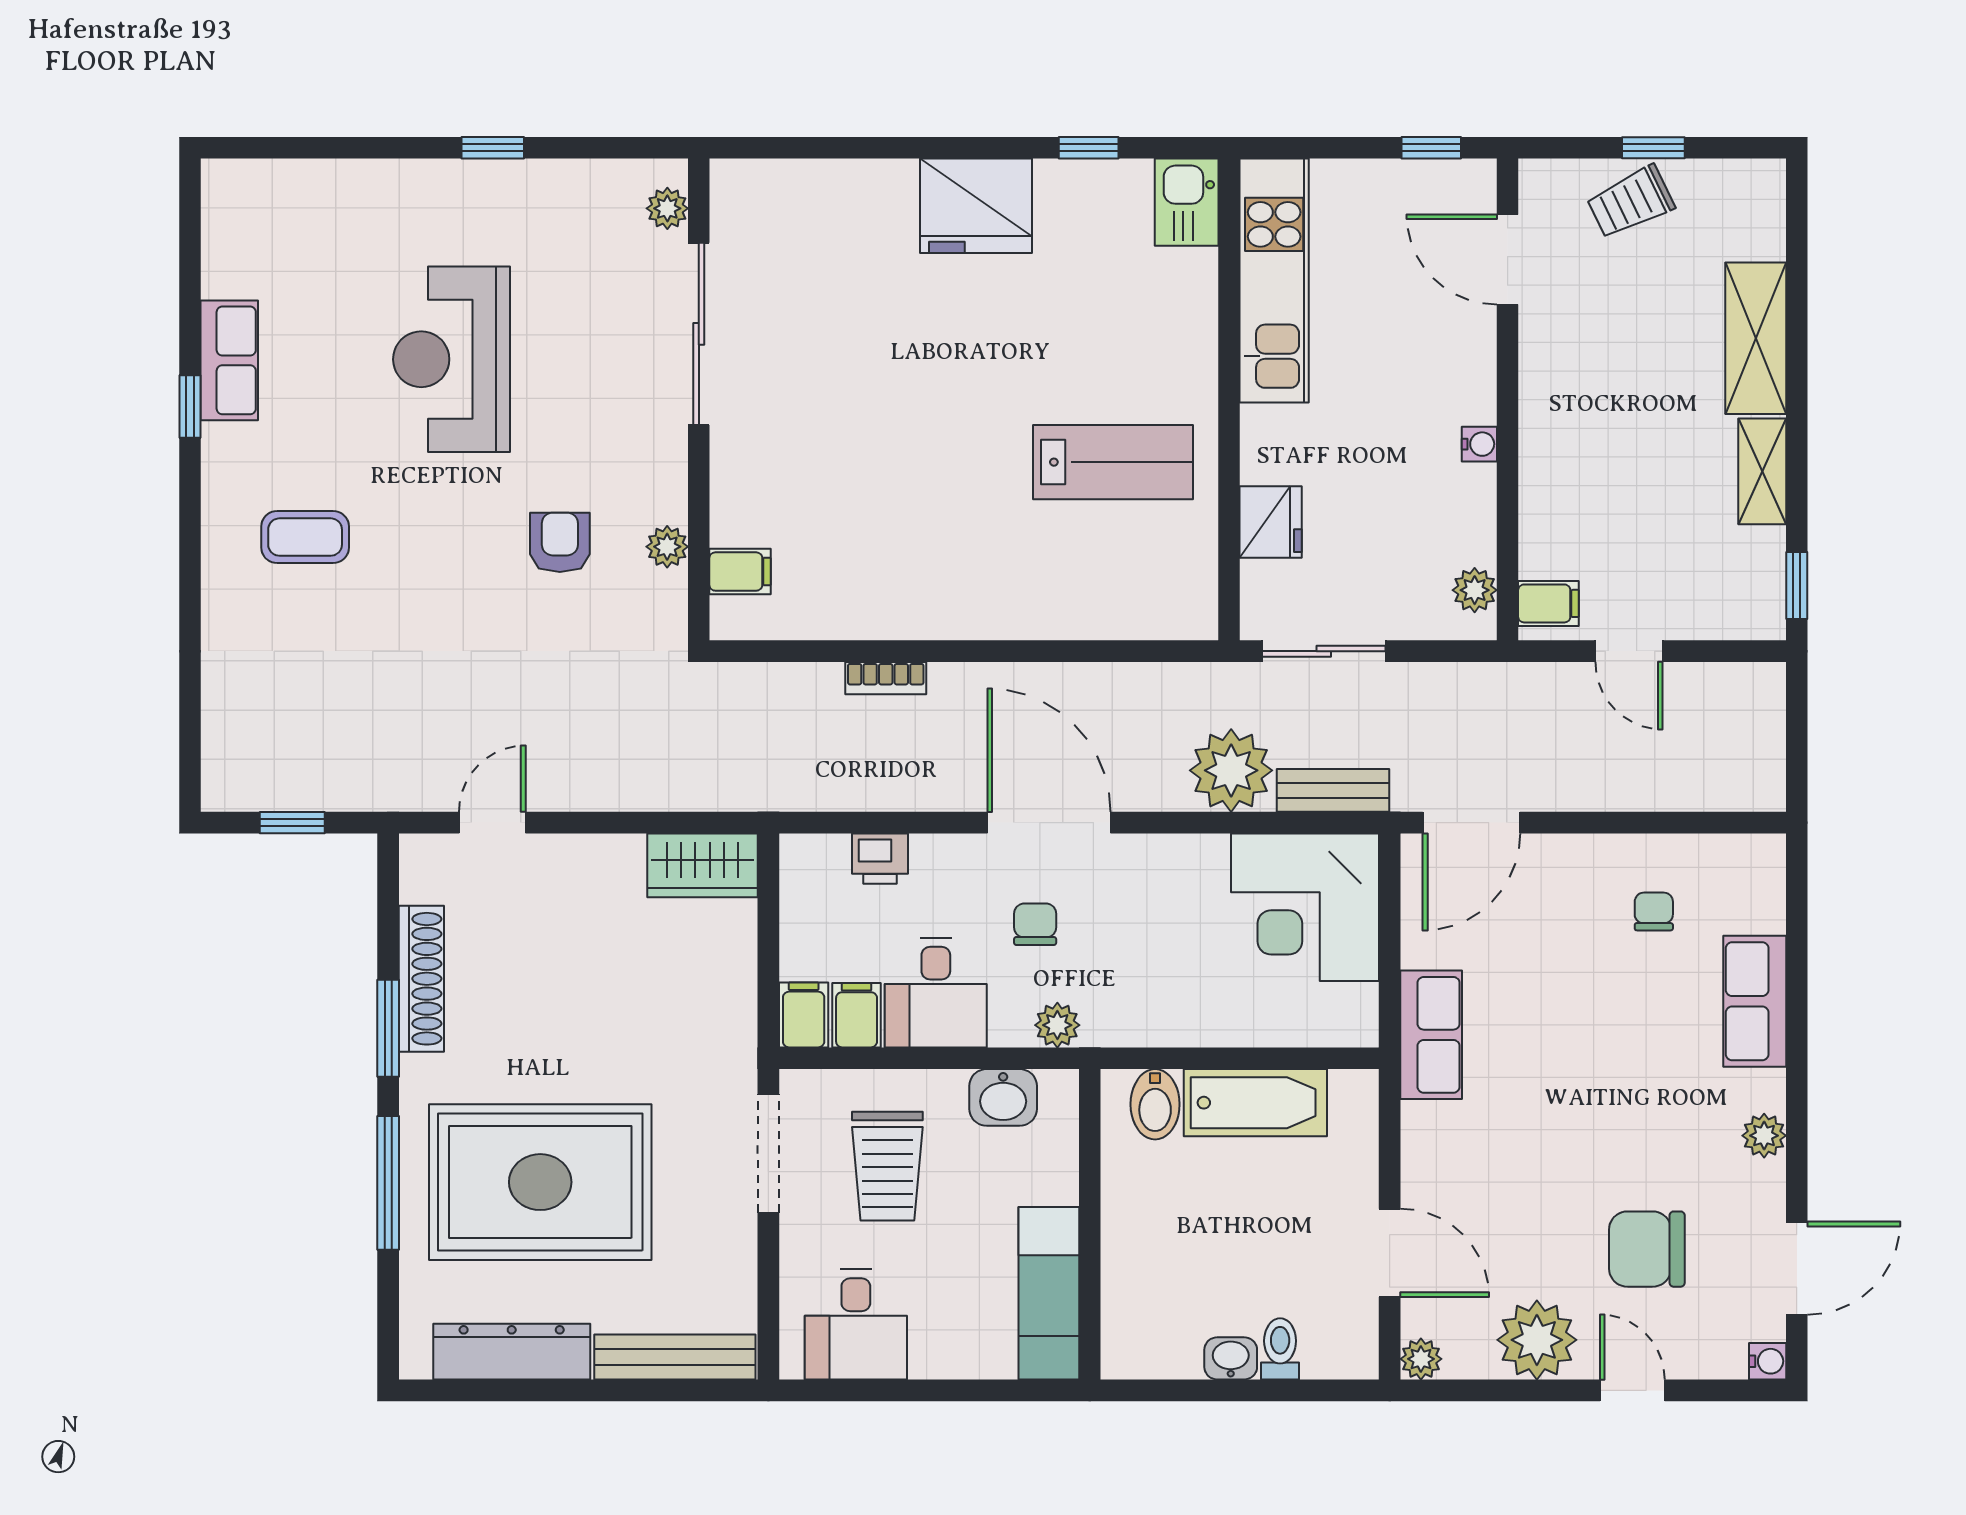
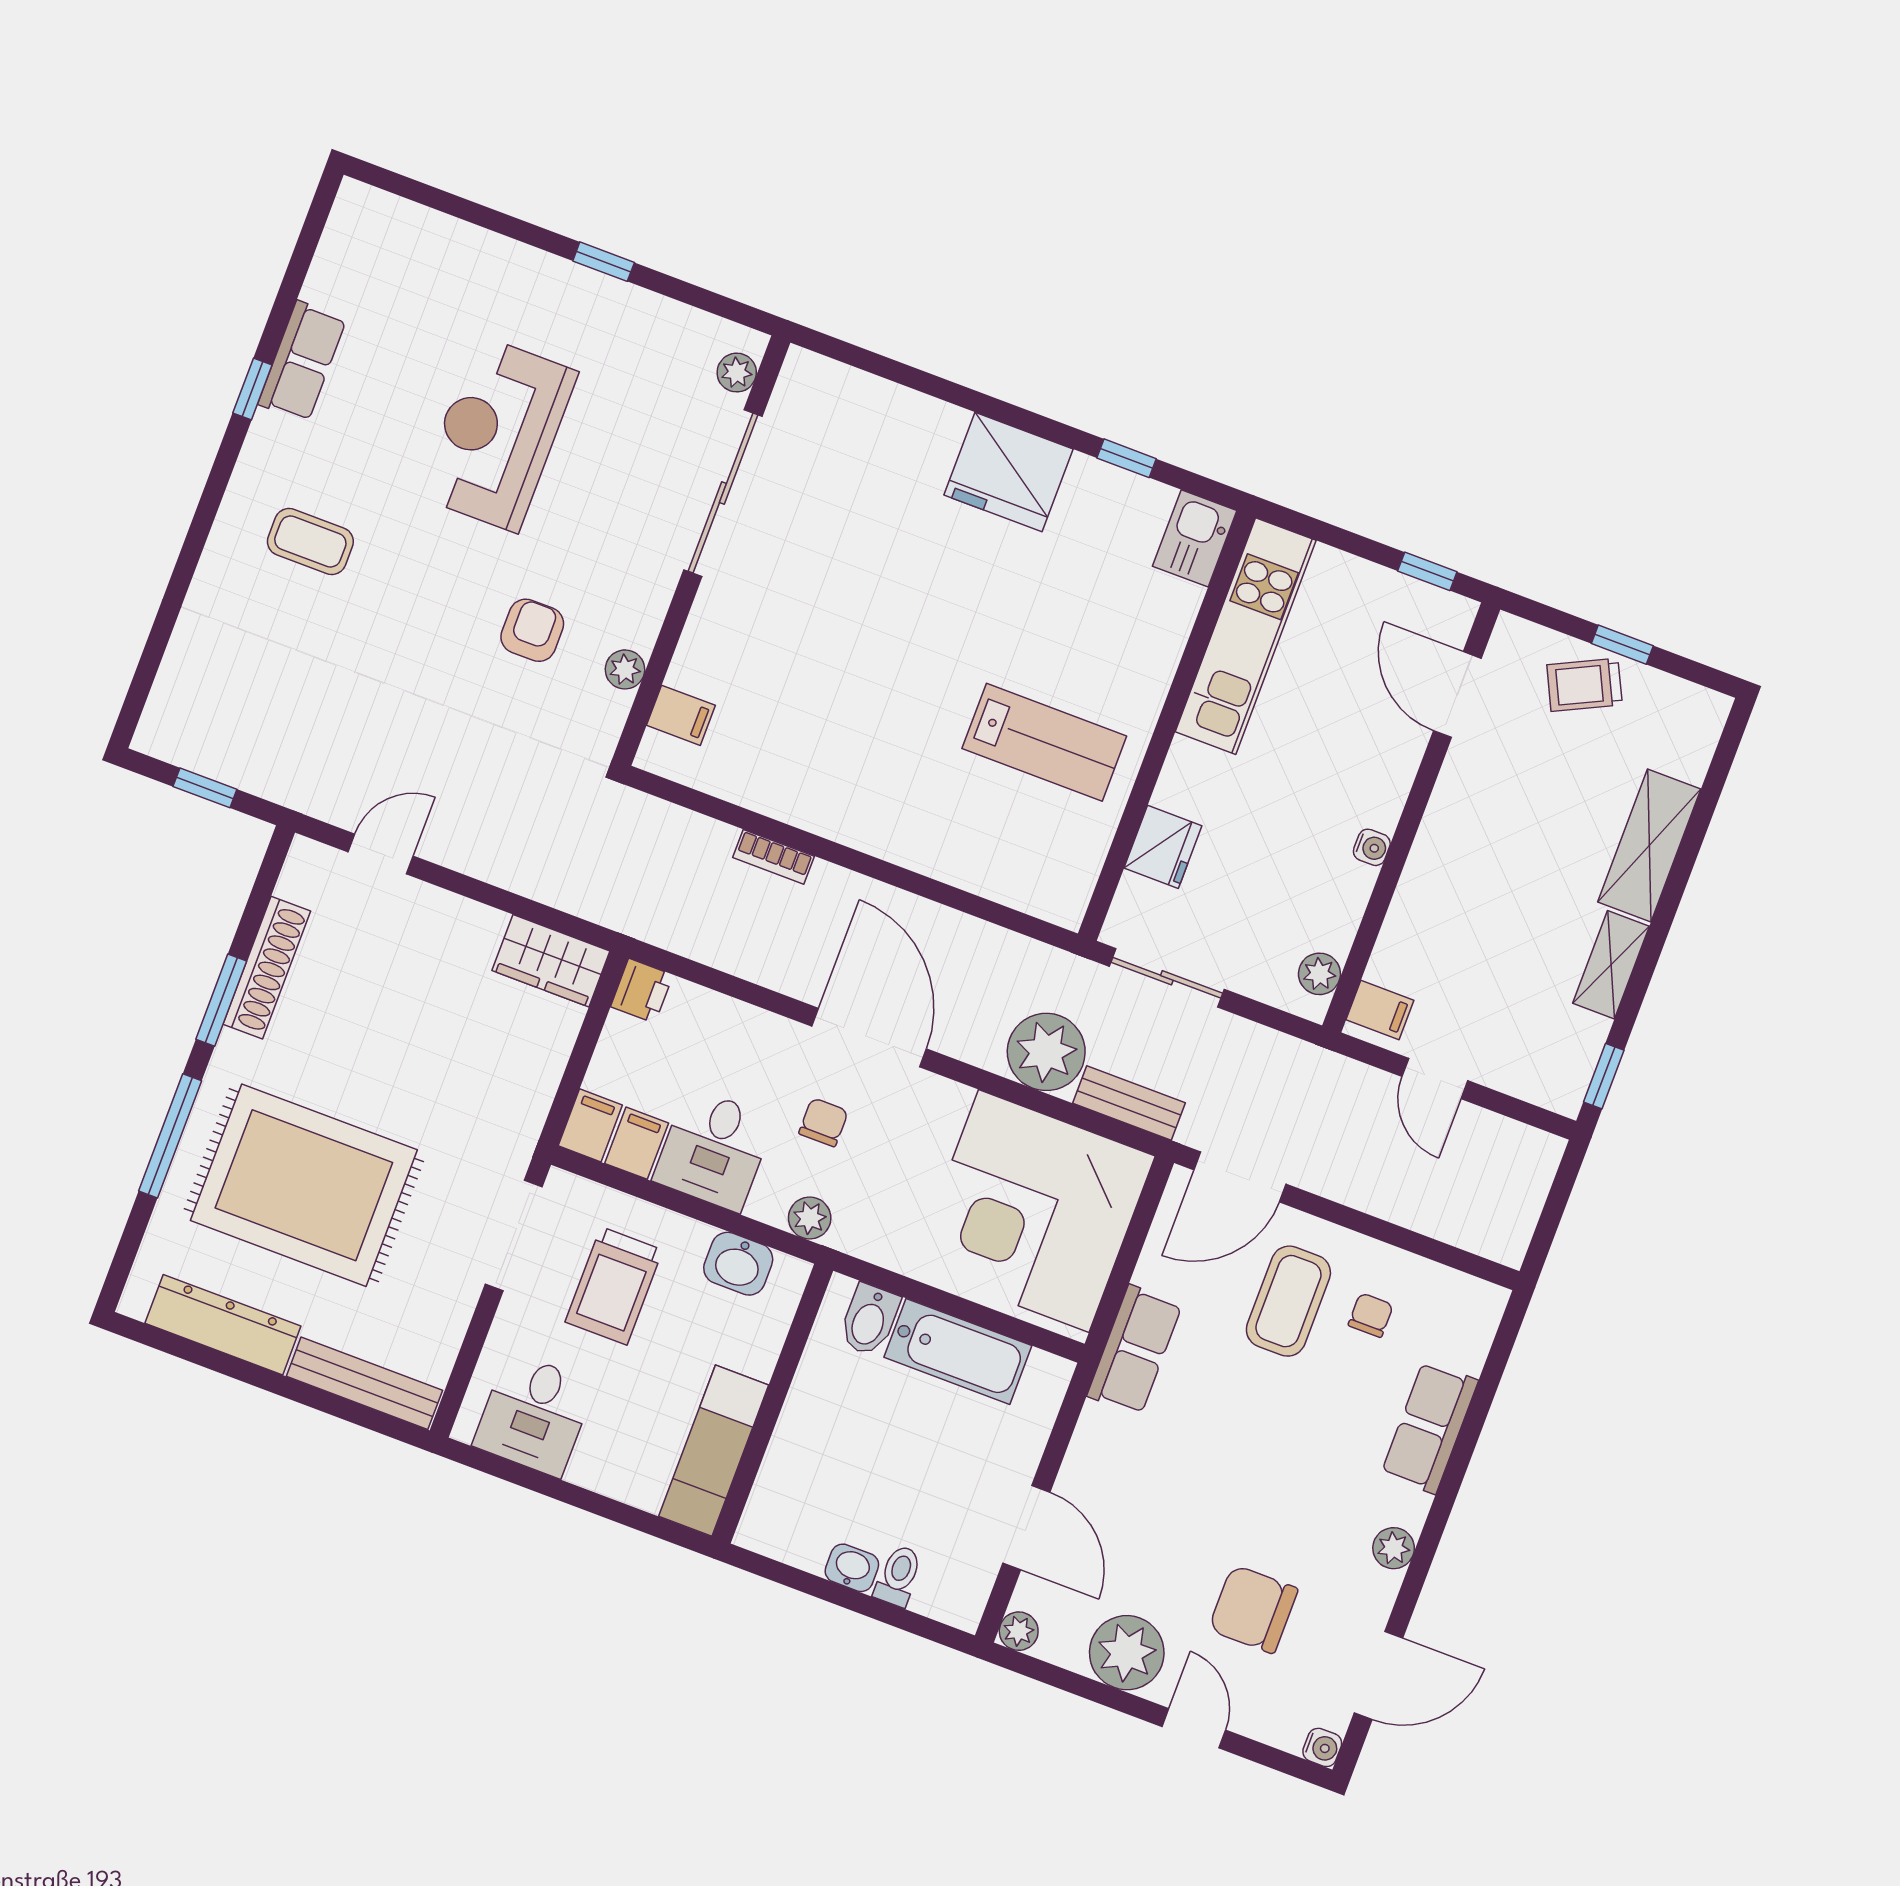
printer: (880, 859) -> (642, 991), moved, turned -90
corner desk: (1305, 907) -> (1034, 1211), width x1.36, depth x1.36
coffee table: (1566, 928) -> (1288, 1301), added

